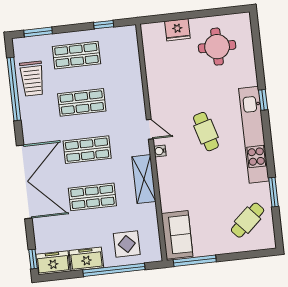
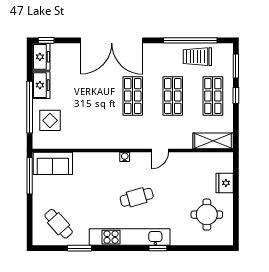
window: (104, 25) -> (236, 96), moved
door: (150, 129) -> (160, 150), moved
shelving: (144, 179) -> (213, 141), moved
shop shelf: (92, 197) -> (93, 96), removed

